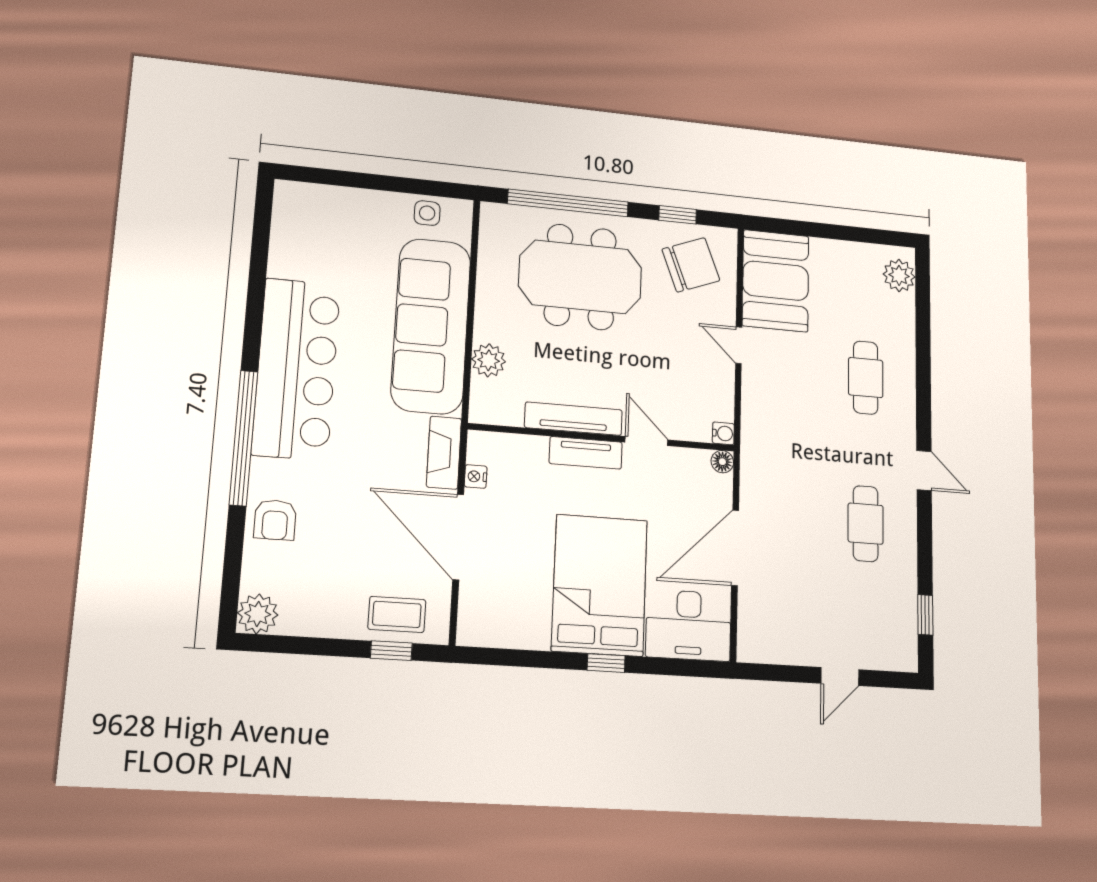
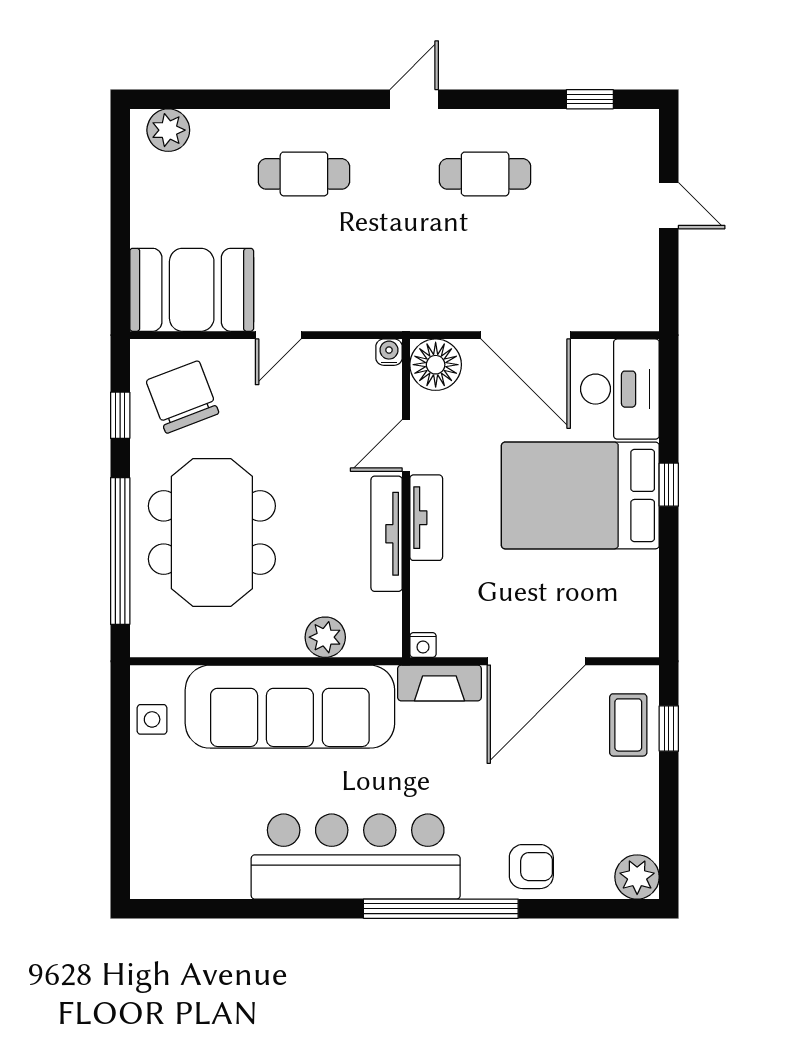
floor lamp: (722, 462) -> (436, 365), width x1.89, depth x1.89
nightstand: (476, 476) -> (423, 645), moved

